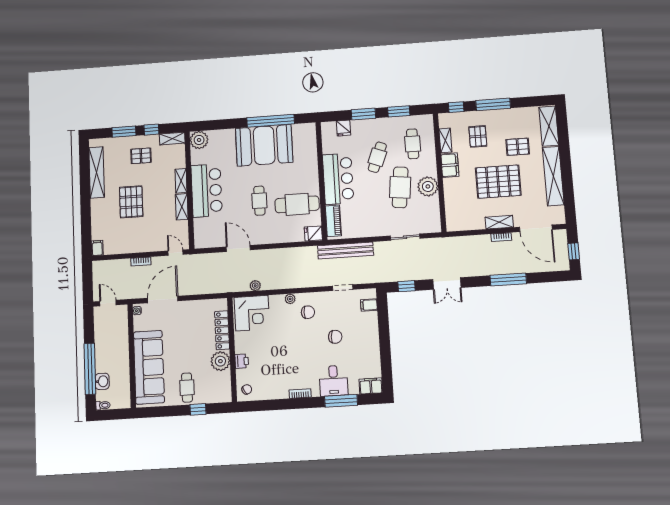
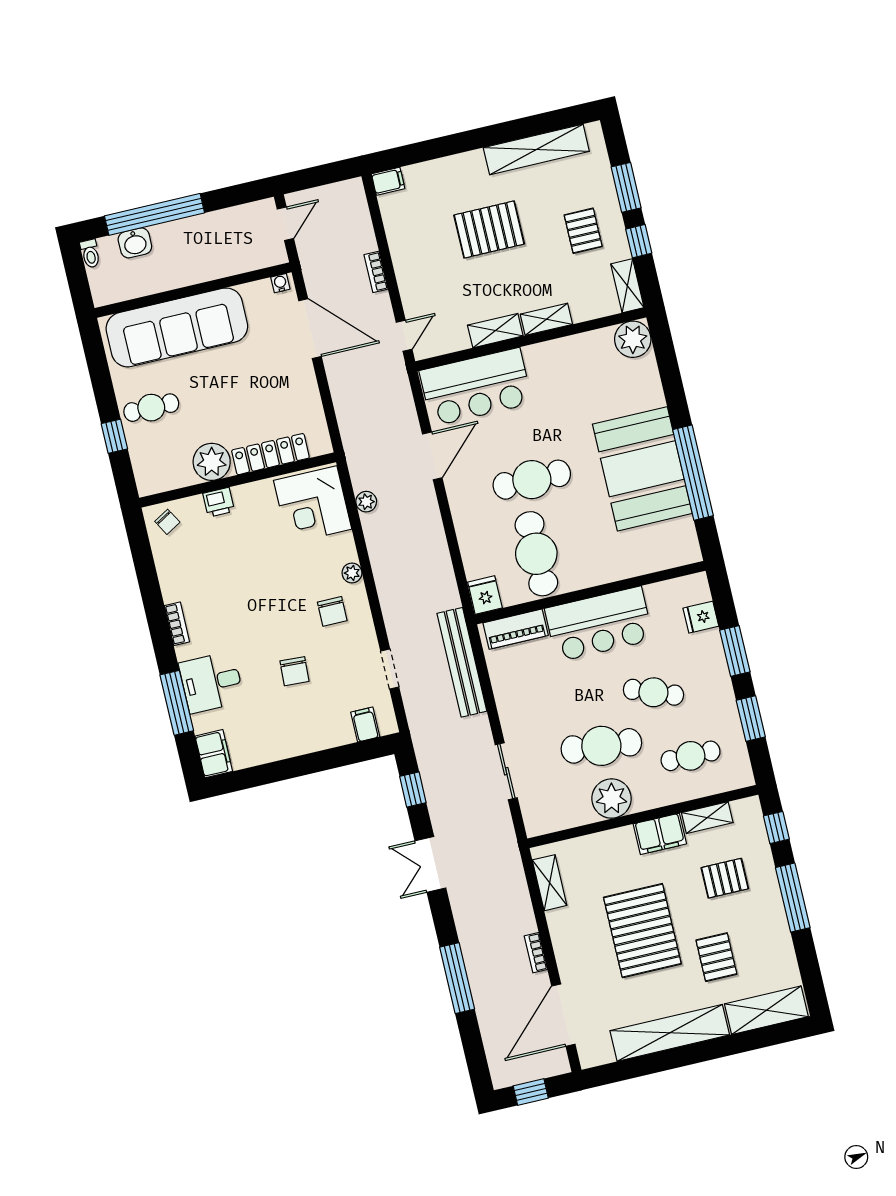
bar counter: (207, 191) -> (476, 387), moved
cafe table: (259, 201) -> (532, 480), width x1.37, depth x1.35
shelving: (499, 222) -> (550, 883), moved

